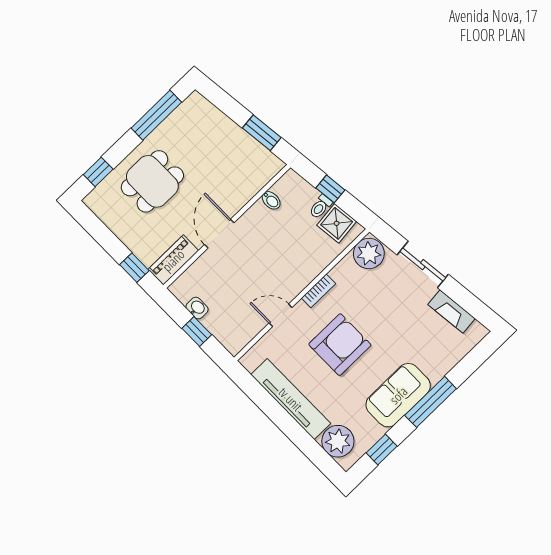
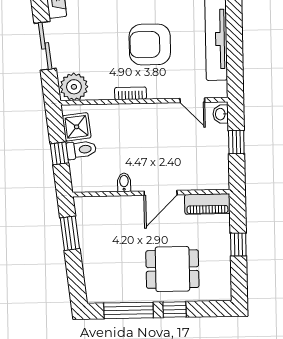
window: (98, 172) -> (175, 310), moved
bidet: (271, 200) -> (124, 182), moved
toilet: (320, 207) -> (81, 150), width x1.37, depth x1.39
window: (134, 268) -> (238, 244), moved
washbasin: (197, 308) -> (221, 114), moved
door: (281, 315) -> (192, 100), moved

